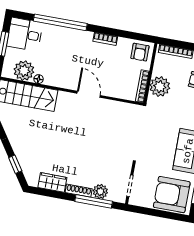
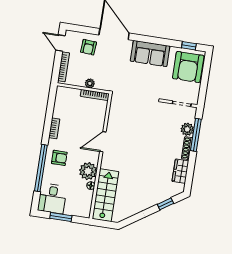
armchair: (140, 52) -> (59, 158), moved
plant: (24, 71) -> (88, 171), moved
plant: (160, 87) -> (90, 83), width x0.53, depth x0.53

